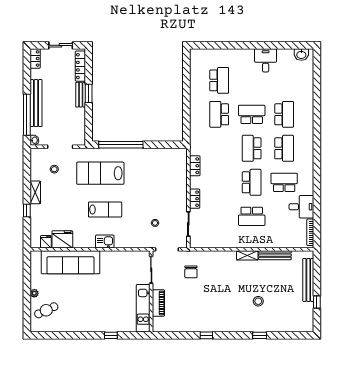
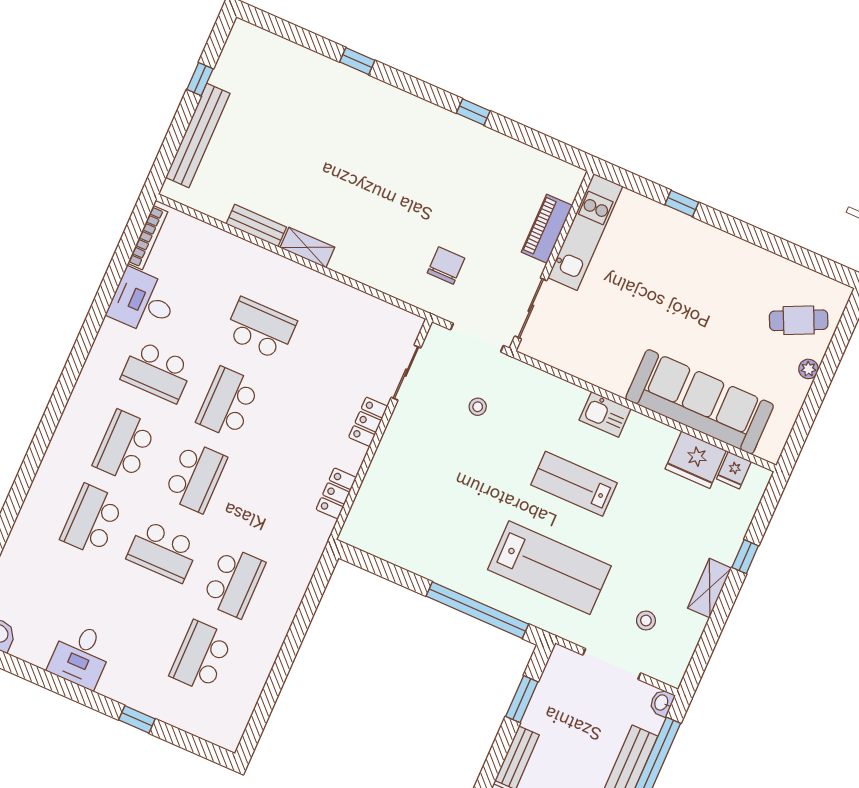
window: (233, 45) -> (137, 719), added
window: (89, 93) -> (522, 699), moved
bench: (275, 255) -> (256, 226), width x0.73
stool: (258, 301) -> (327, 137), removed

